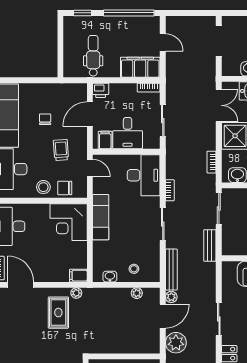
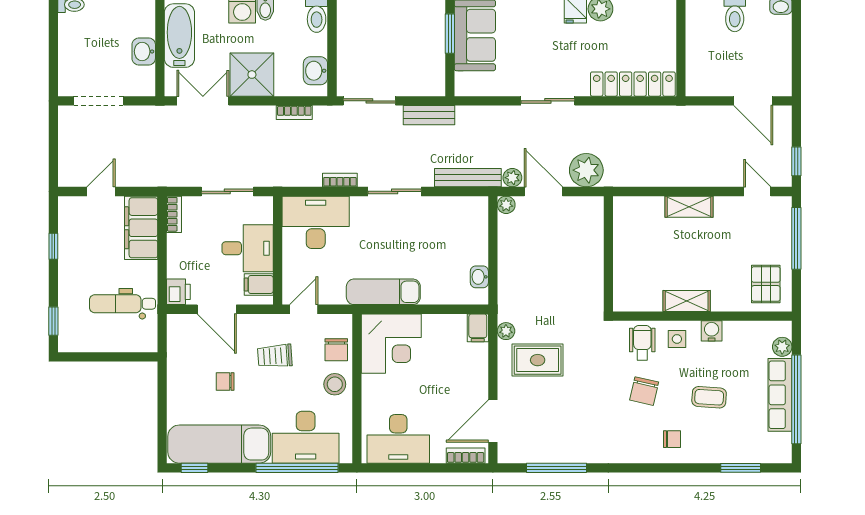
window: (129, 13) -> (53, 246), width x0.32
stool: (134, 269) -> (467, 238), removed
plant: (137, 293) -> (506, 205), moved

